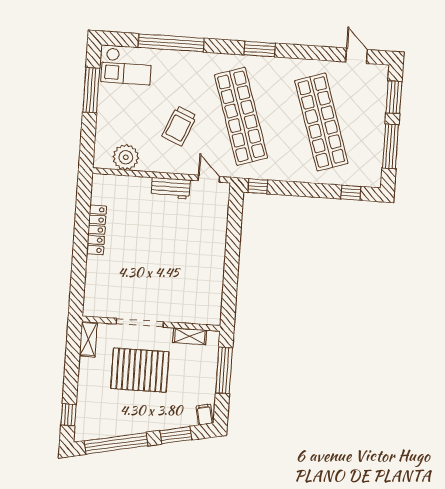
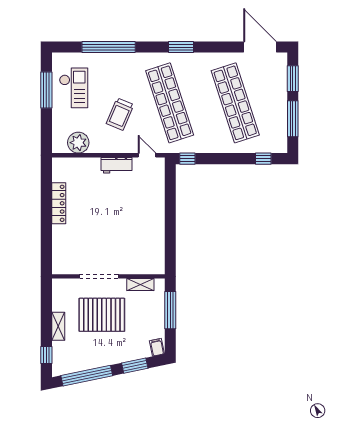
door: (357, 56) -> (260, 47), width x1.87
checkout: (126, 66) -> (74, 88), moved, turned -90
shelving: (88, 339) -> (58, 326), moved

